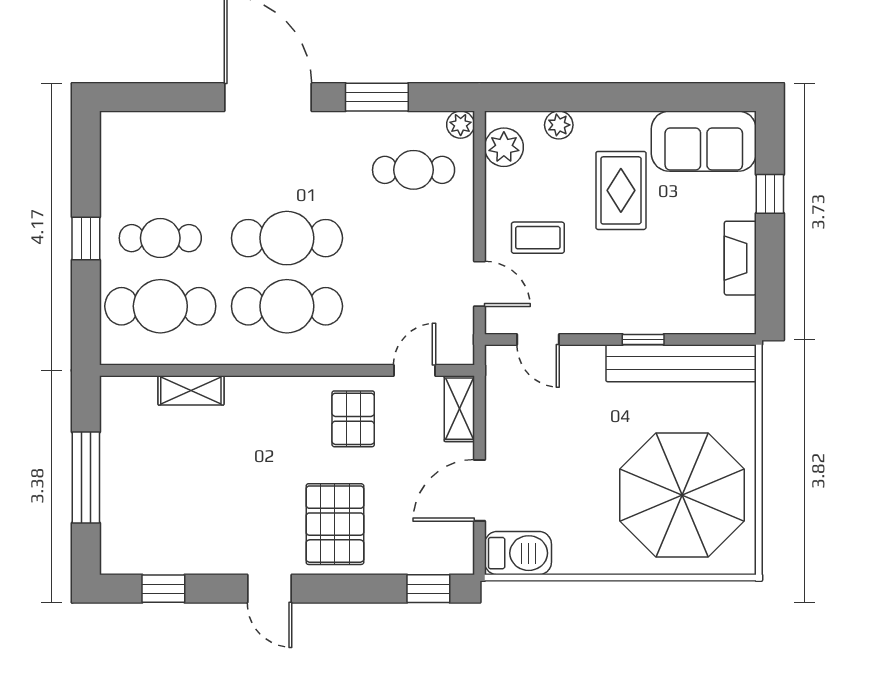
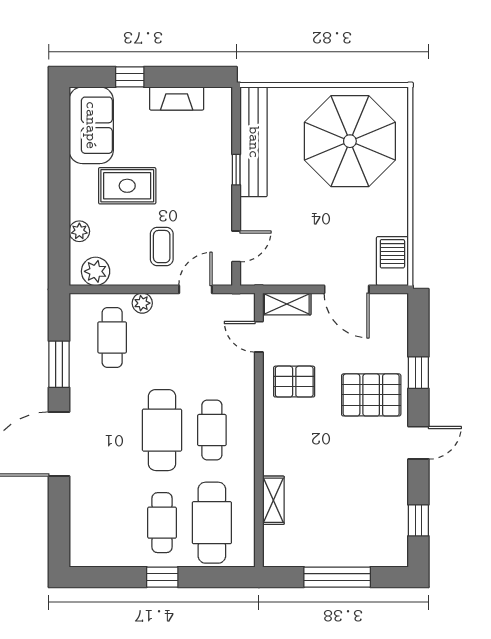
plant: (461, 125) -> (142, 303), moved
cafe table: (287, 306) -> (212, 430), width x0.73, depth x0.74
window: (428, 589) -> (418, 373), moved

